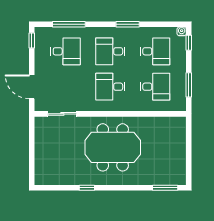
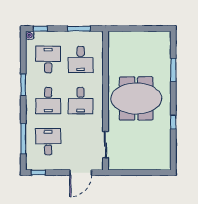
desk: (155, 87) -> (81, 60), turned 180
meeting table: (113, 147) -> (136, 98), turned 90
window: (165, 188) -> (173, 70), moved

